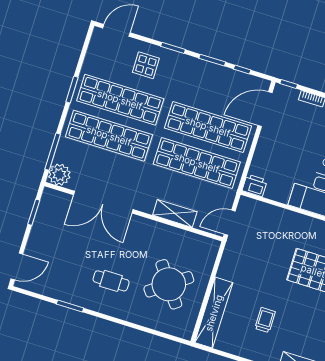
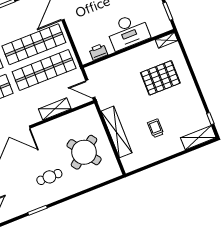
printer: (255, 185) -> (98, 52), moved
door: (230, 223) -> (90, 89), hinge flipped
shelving: (214, 313) -> (117, 132), moved

